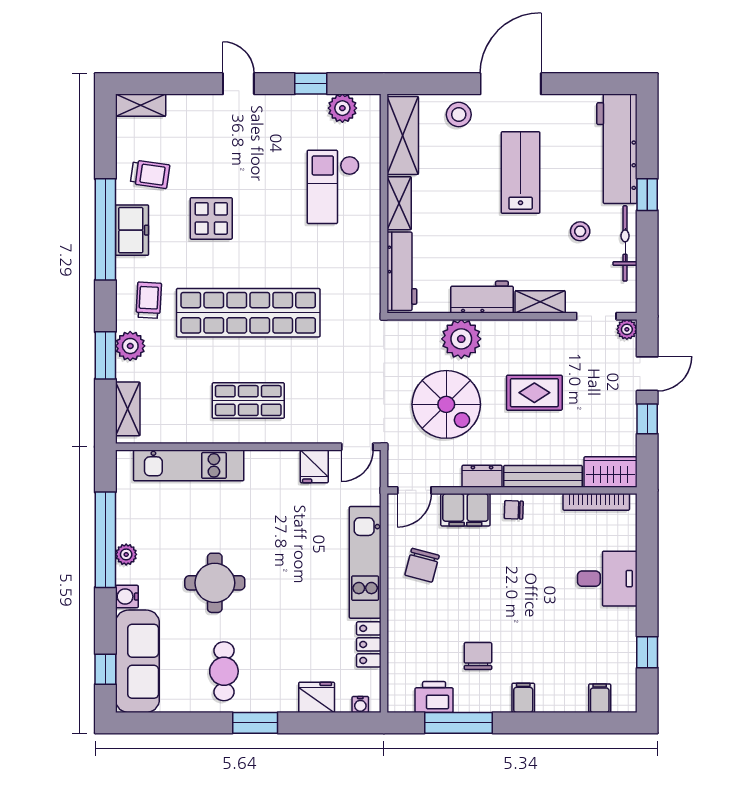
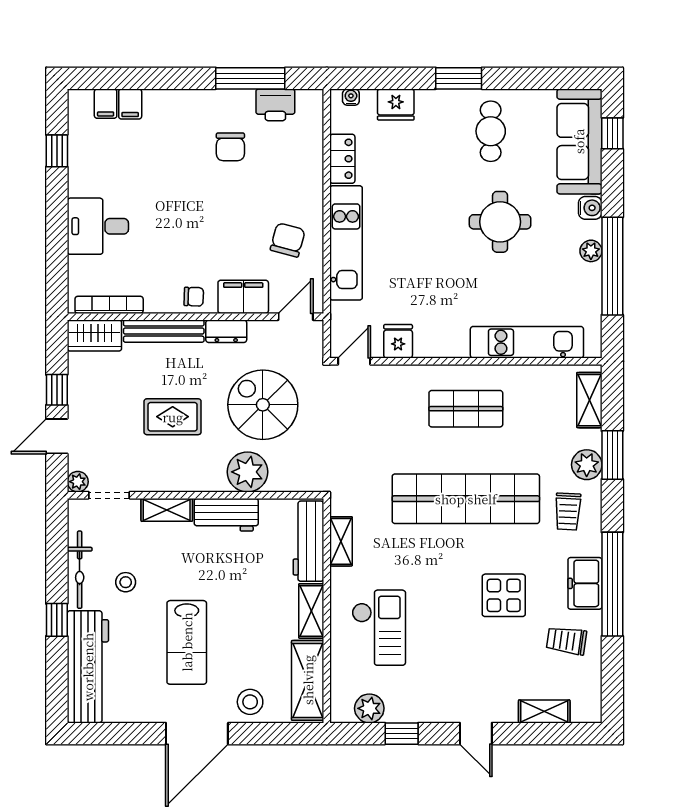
shelving: (141, 105) -> (544, 711), moved
shelving: (370, 271) -> (341, 541), added
filing cabinet: (523, 698) -> (130, 104), moved

